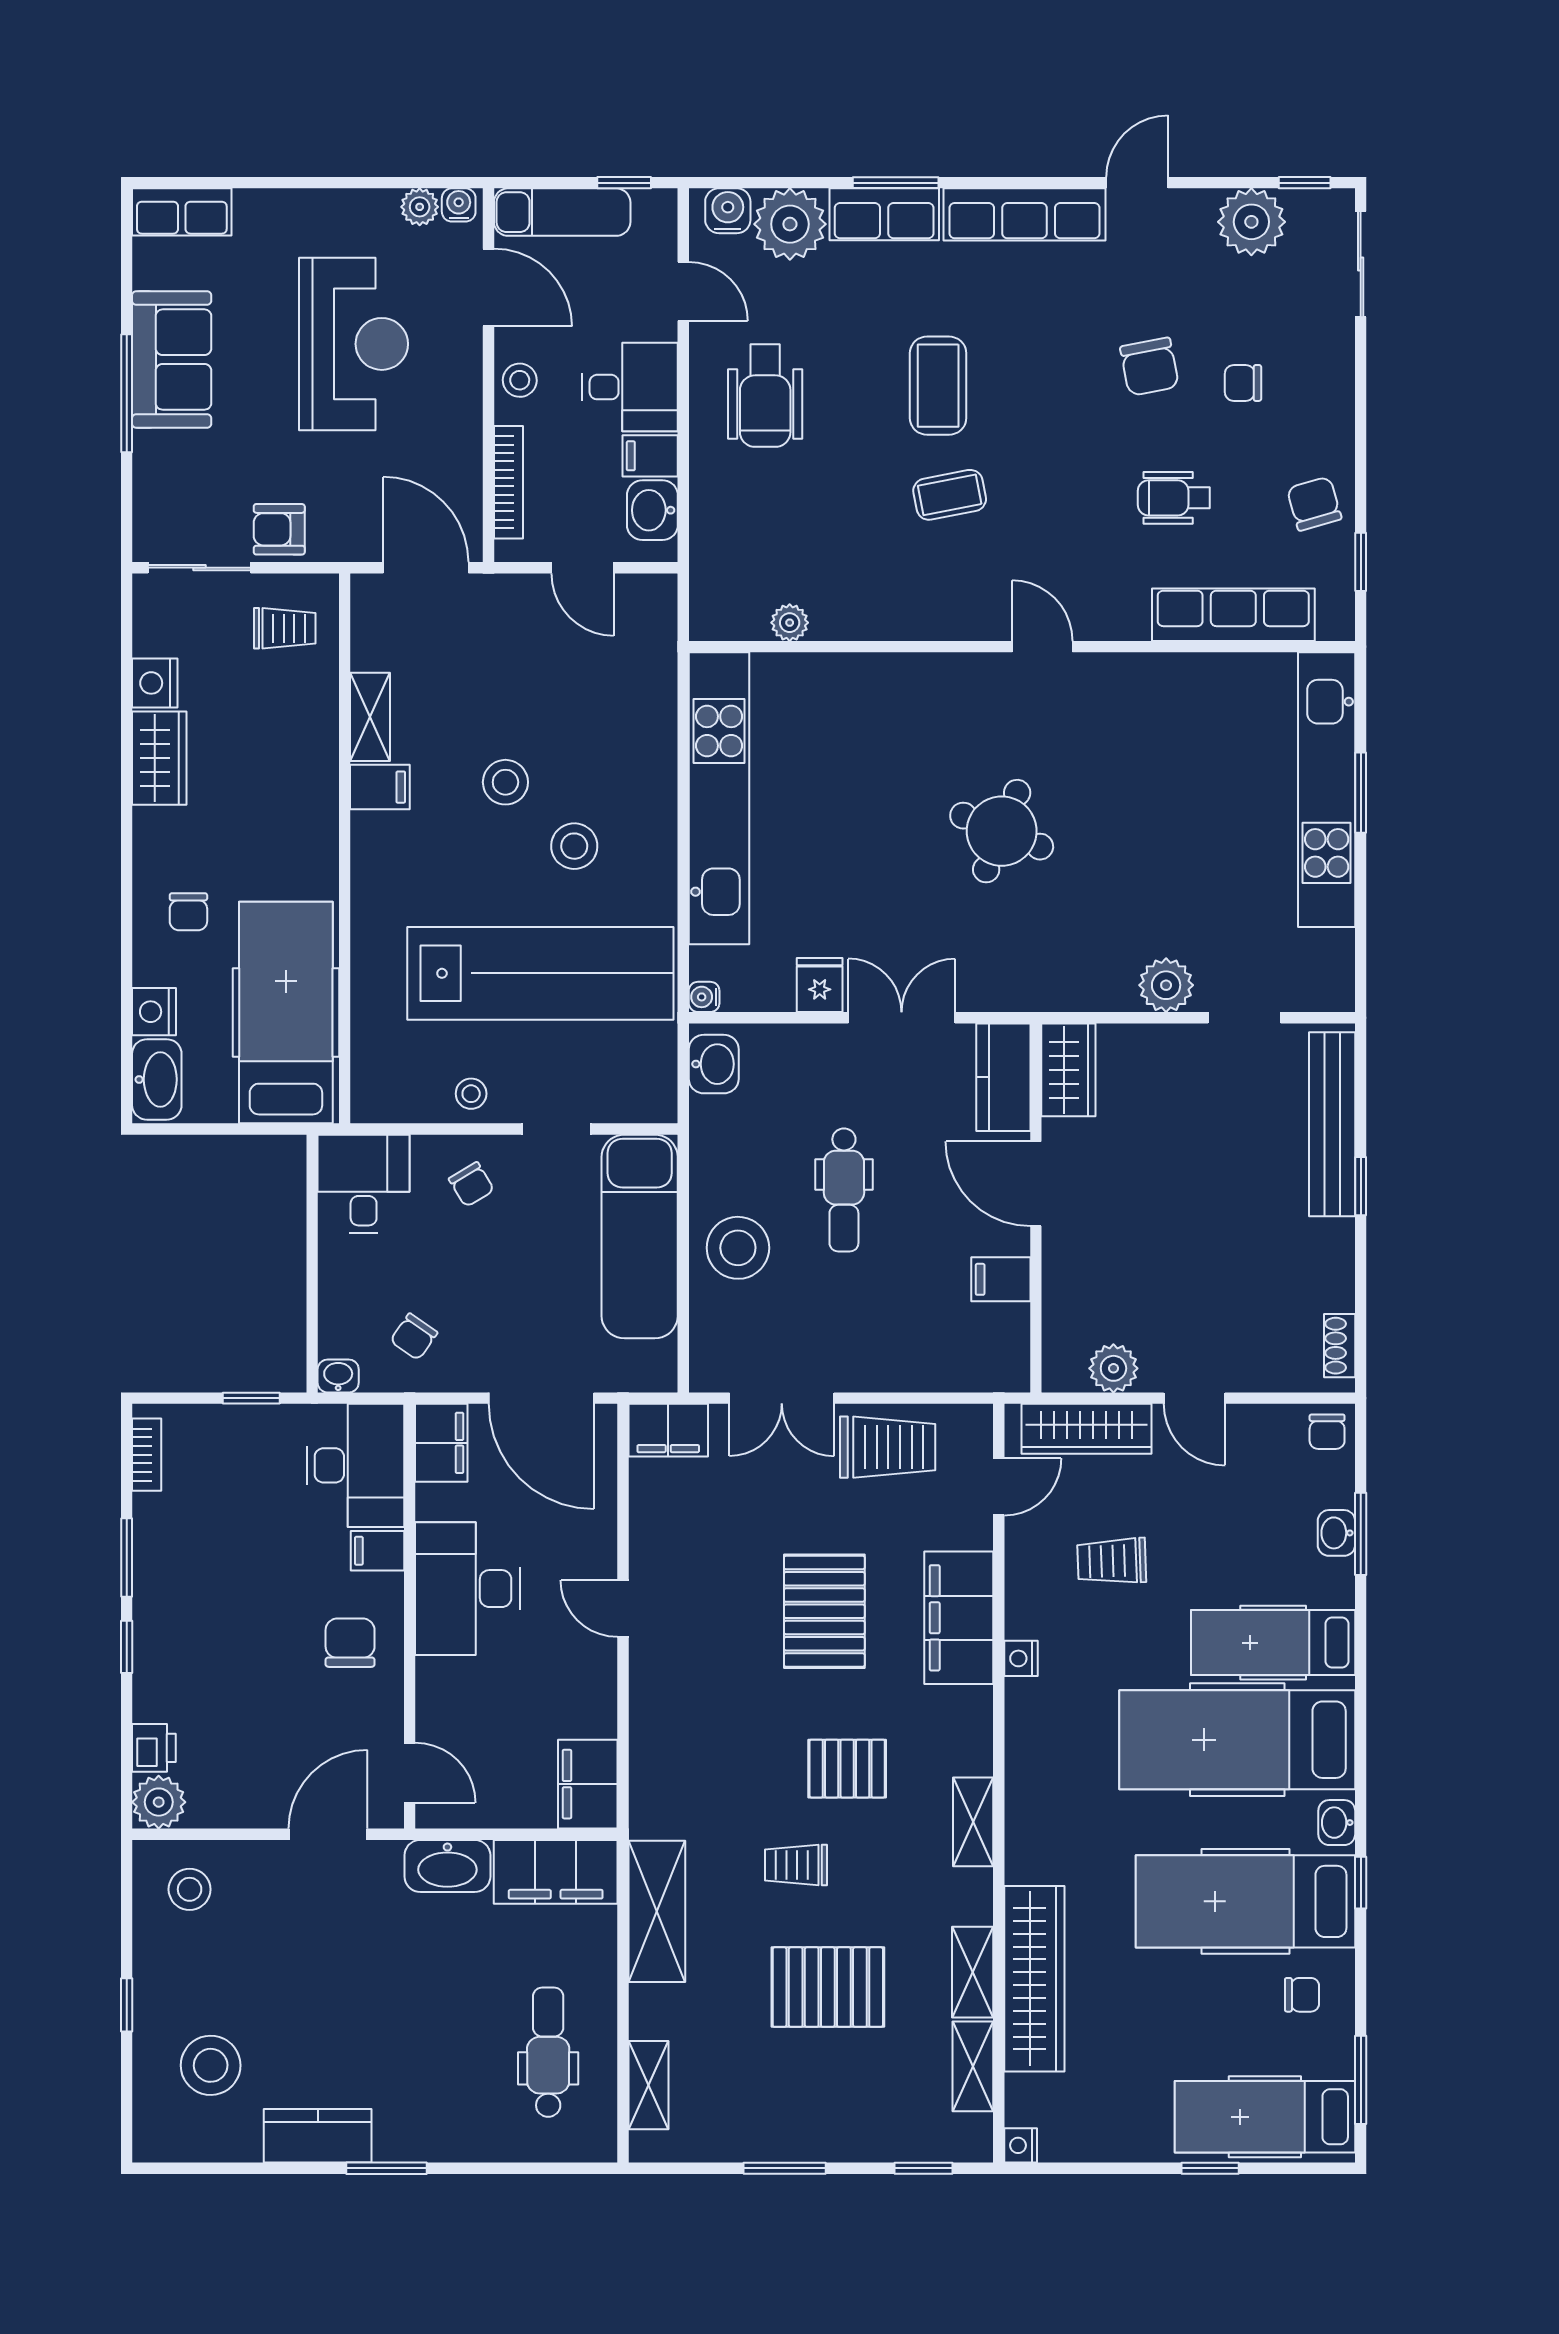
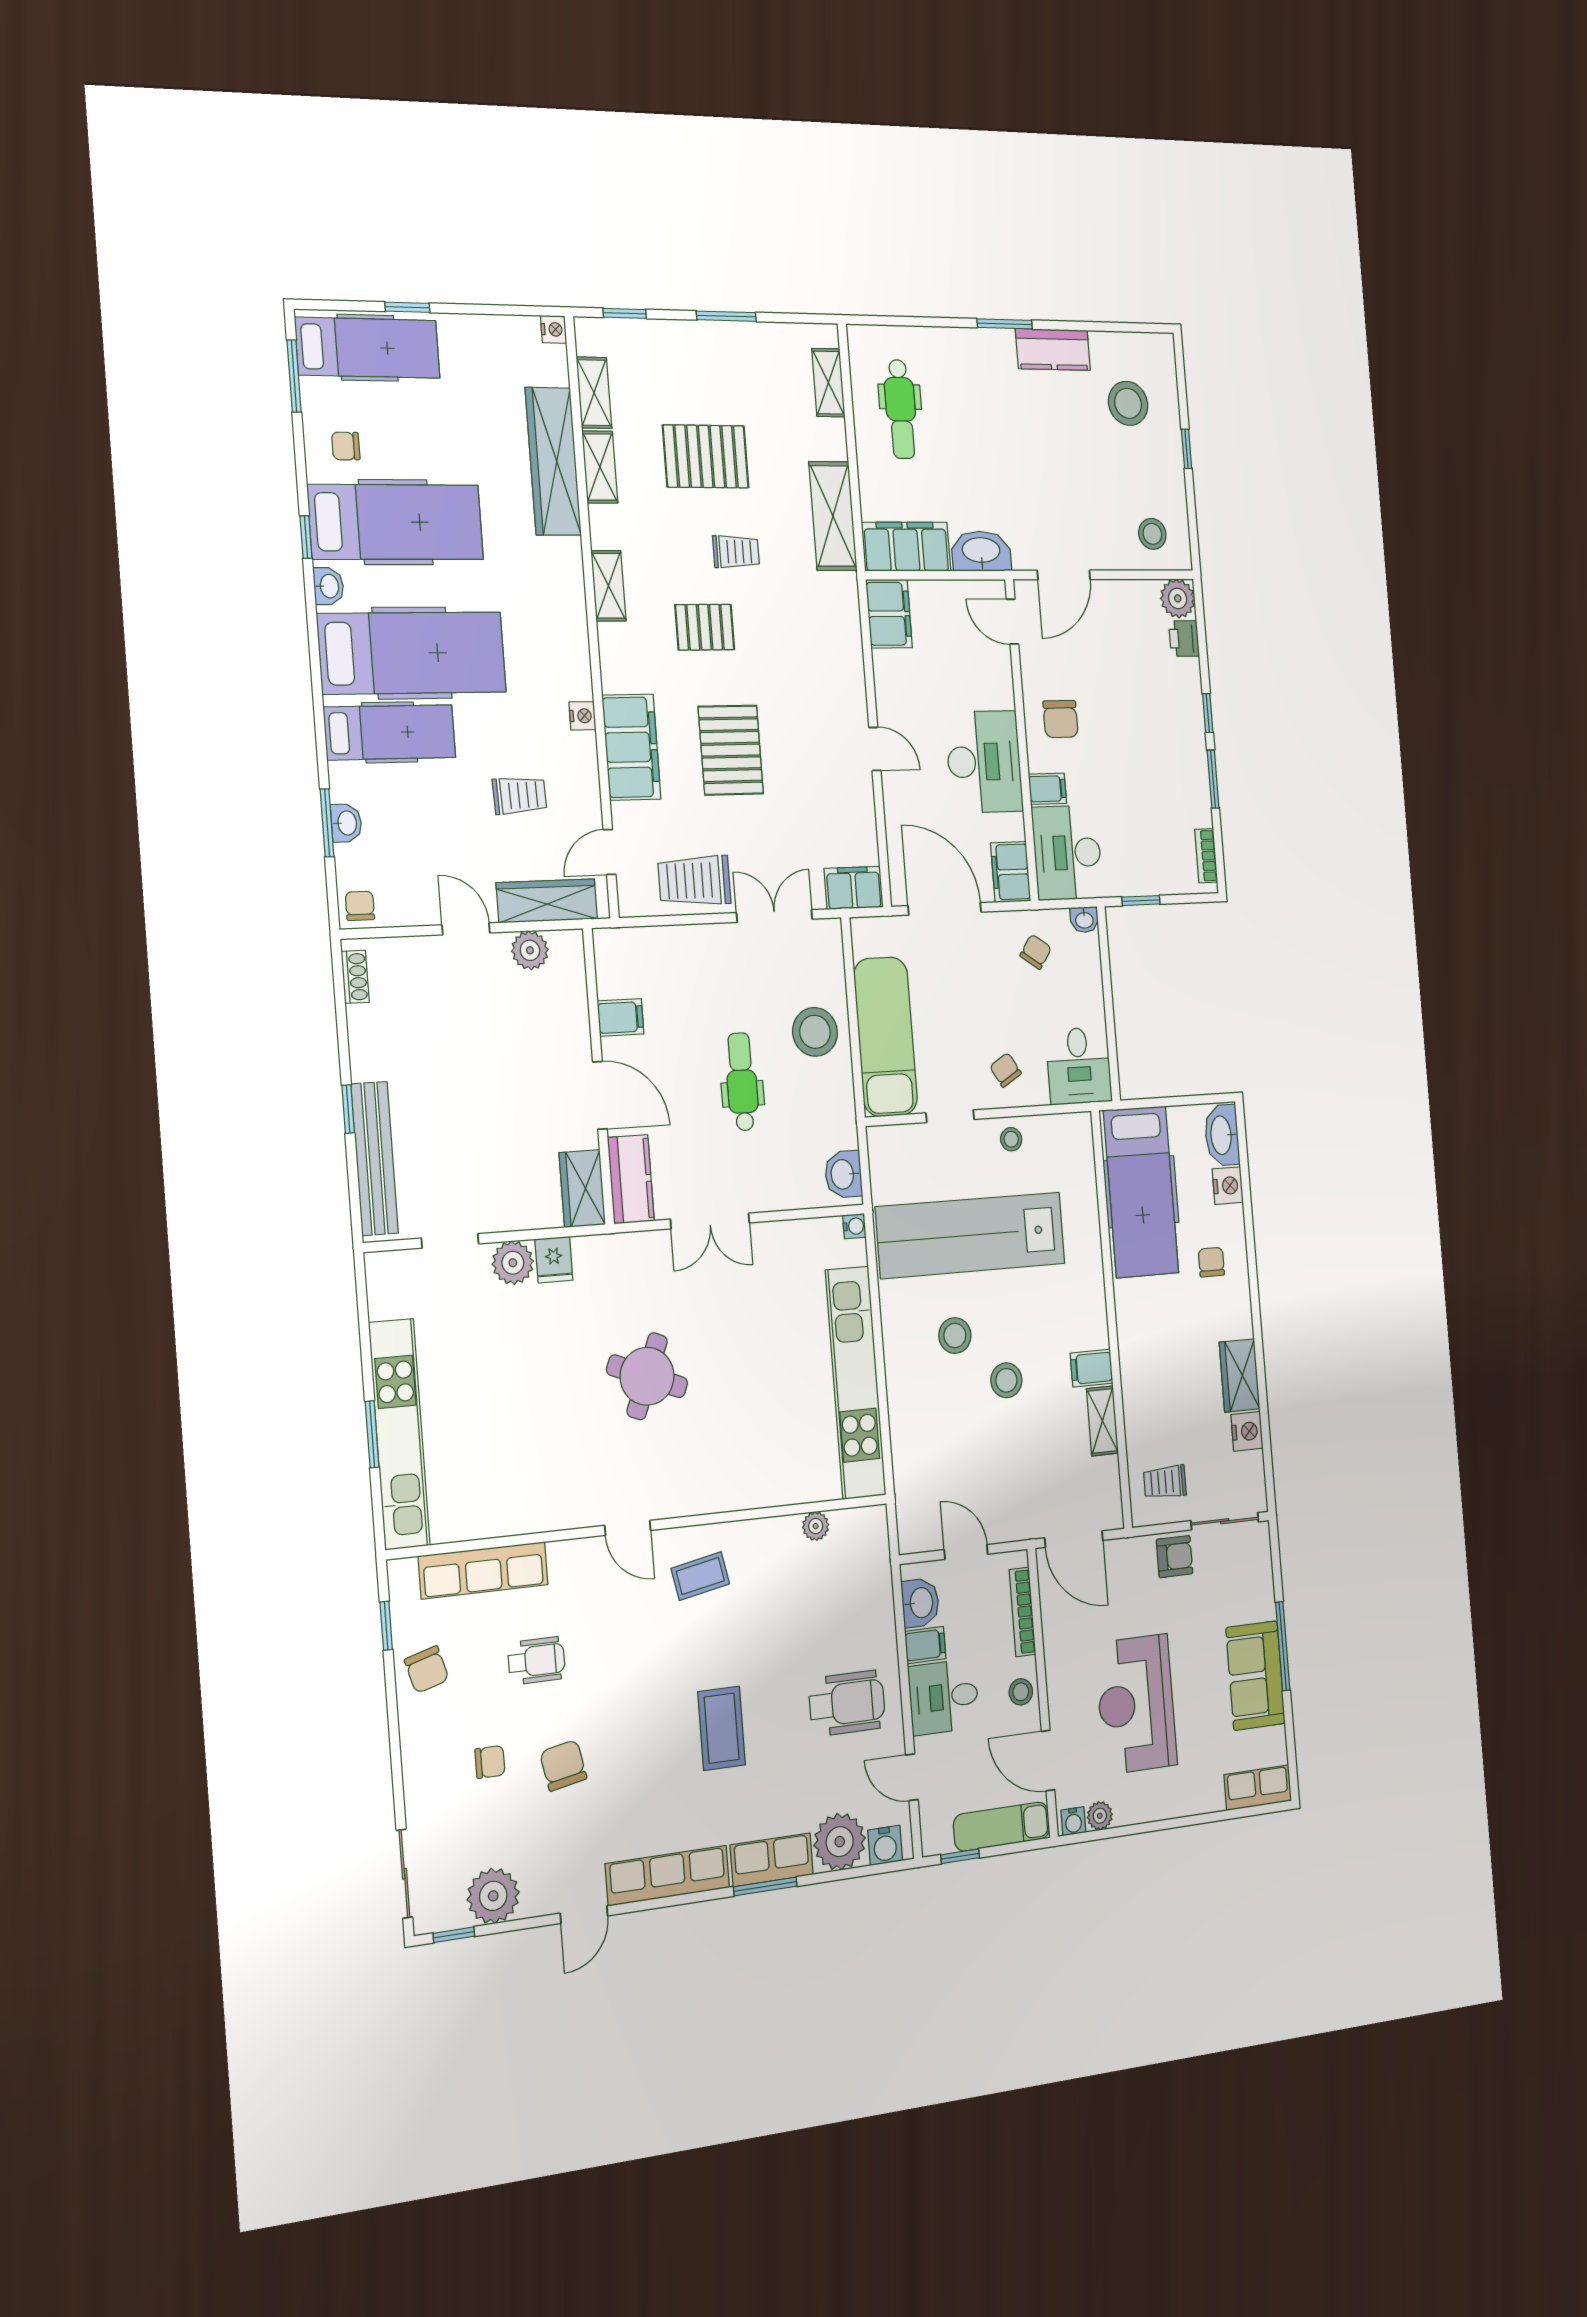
wheelchair: (765, 396) -> (847, 1703), turned 90
coffee table: (950, 495) -> (700, 1576), moved
fridge: (820, 985) -> (554, 1260), moved

